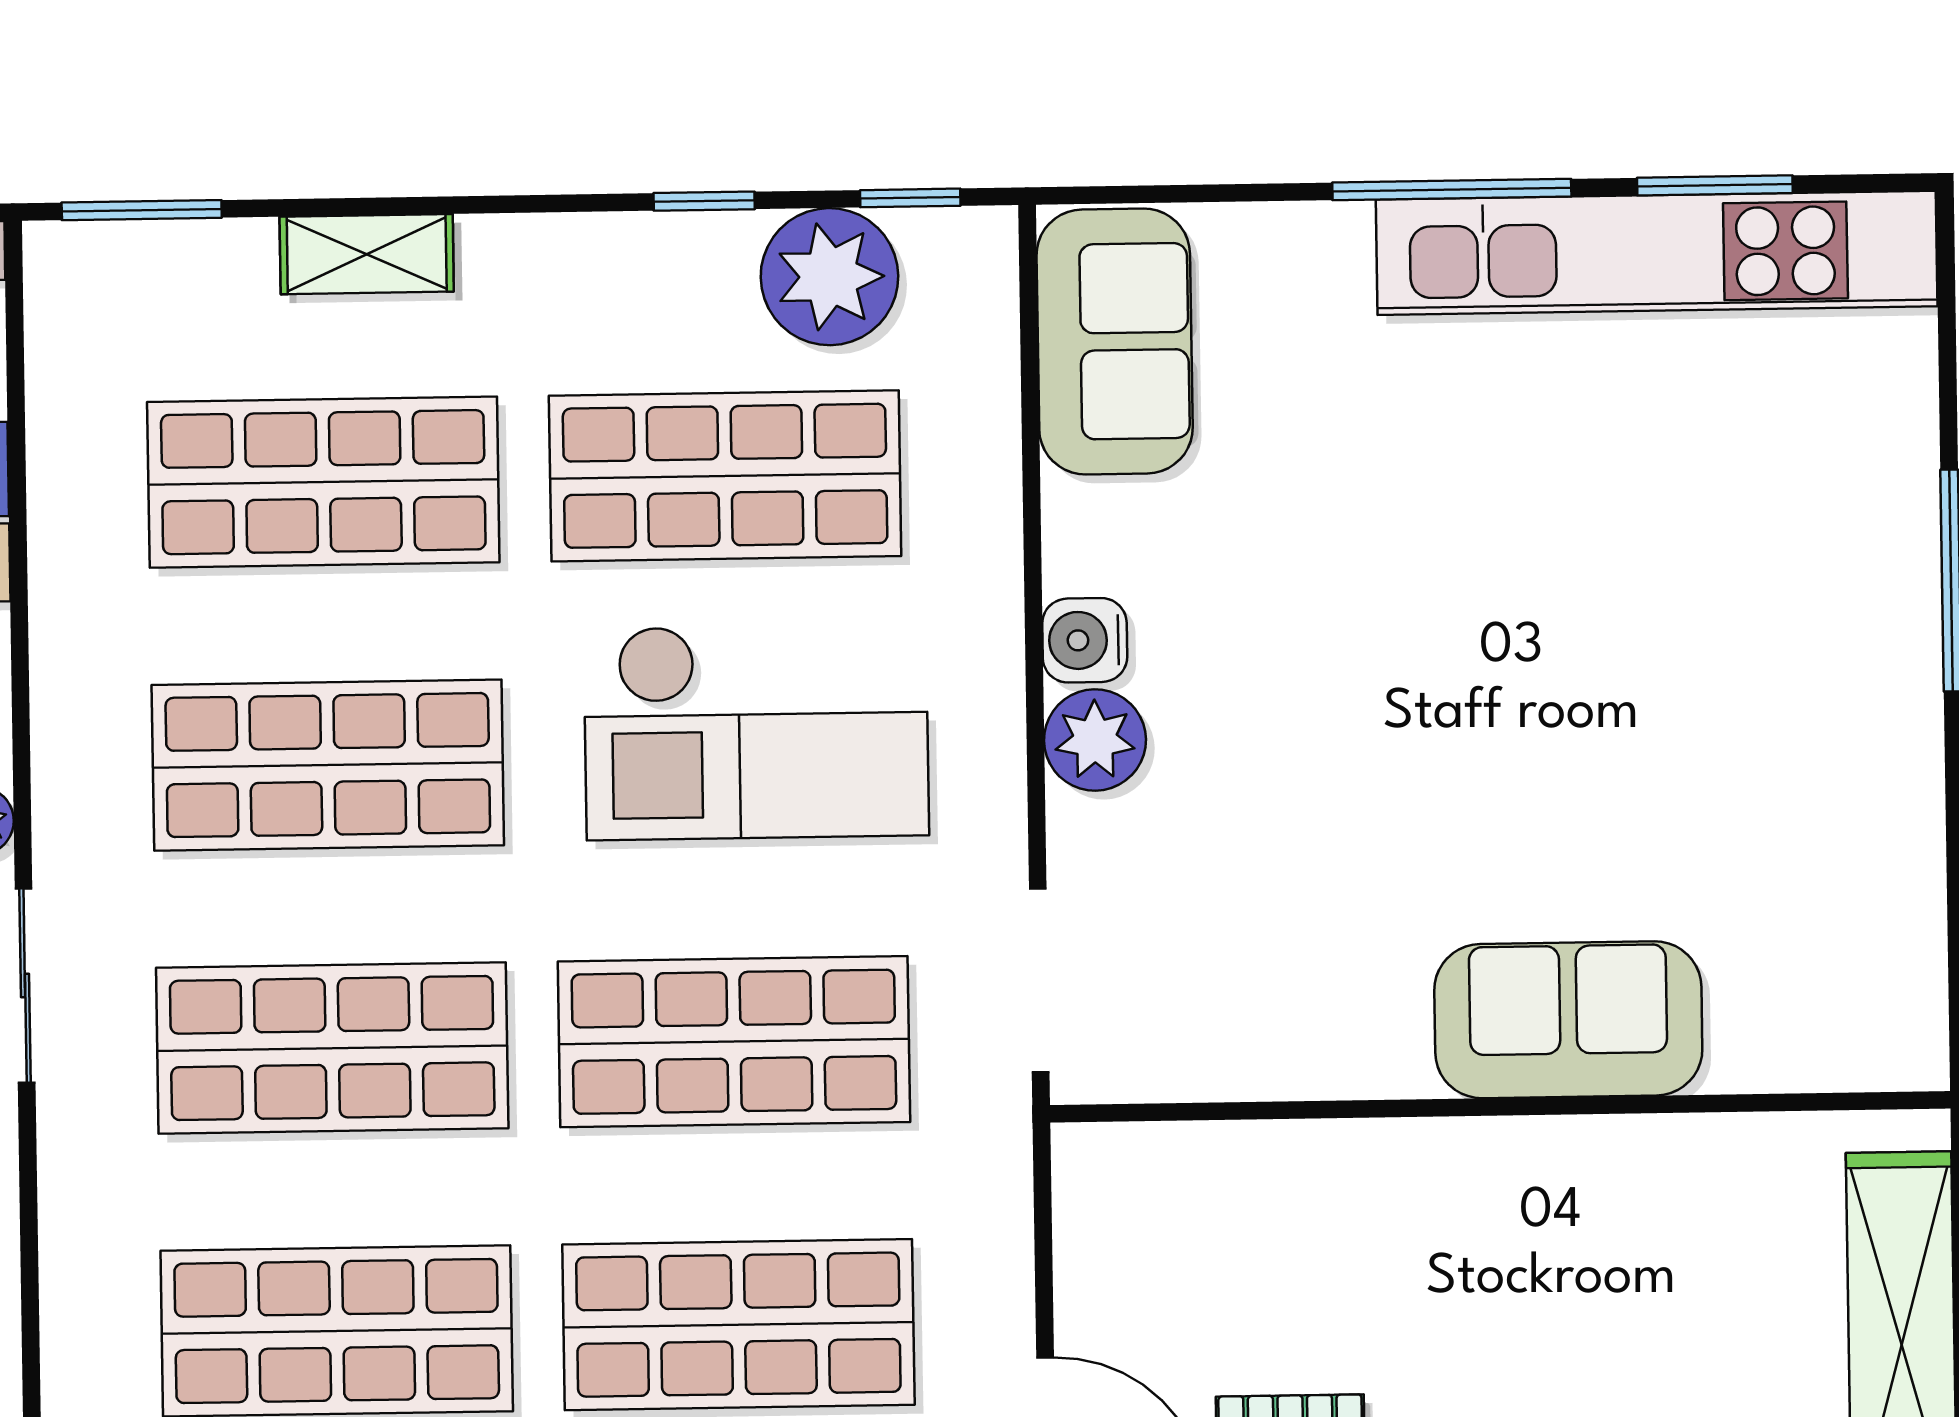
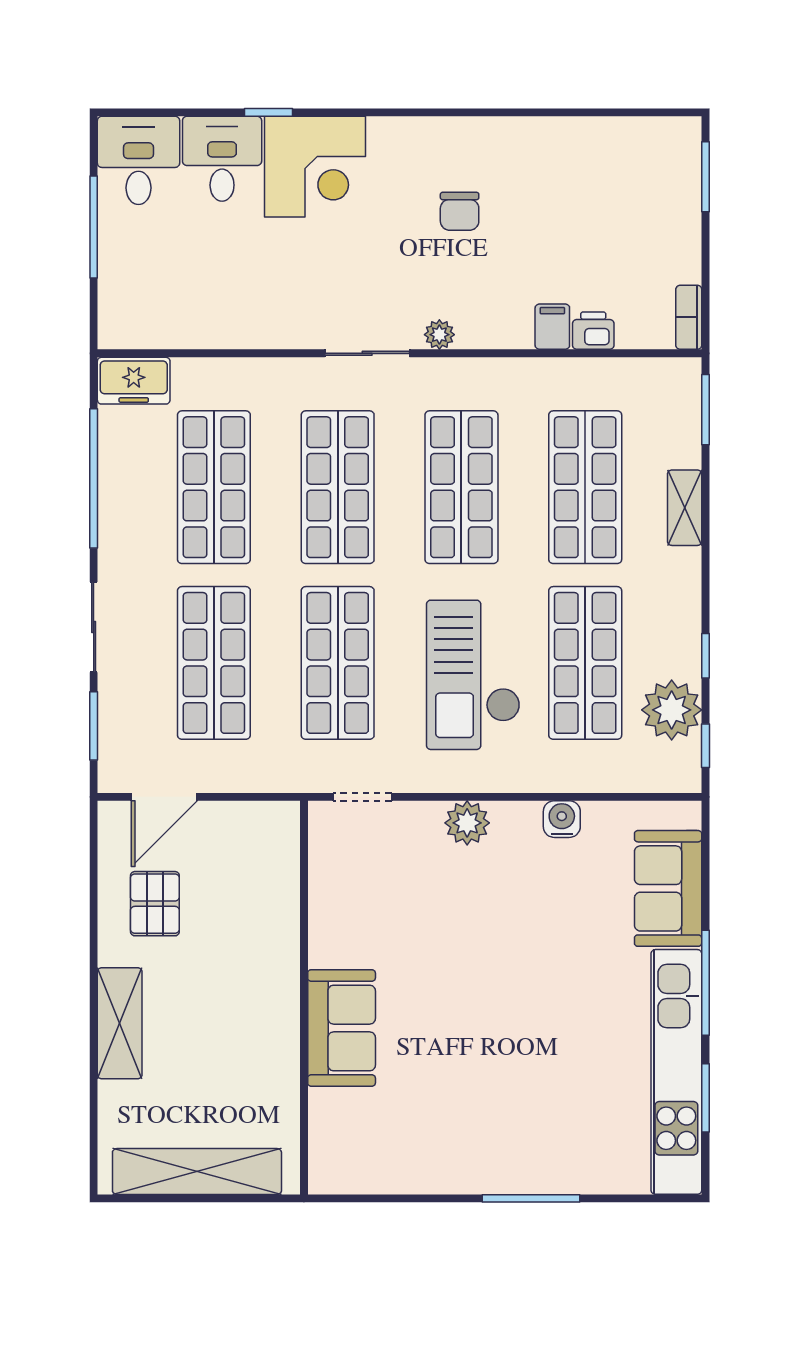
sofa: (1115, 342) -> (668, 888), moved, turned 90
water cooler: (1085, 640) -> (562, 819), moved
doorway: (1039, 981) -> (362, 797), width x0.73

